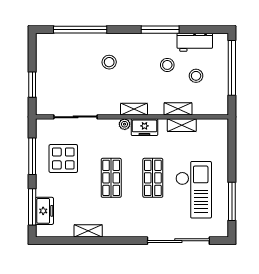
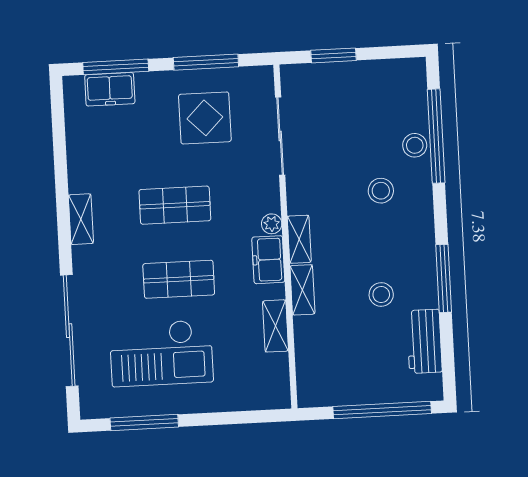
stool: (196, 76) -> (415, 145), moved
shelving: (178, 109) -> (302, 290), moved
shelving: (88, 231) -> (81, 219), moved

